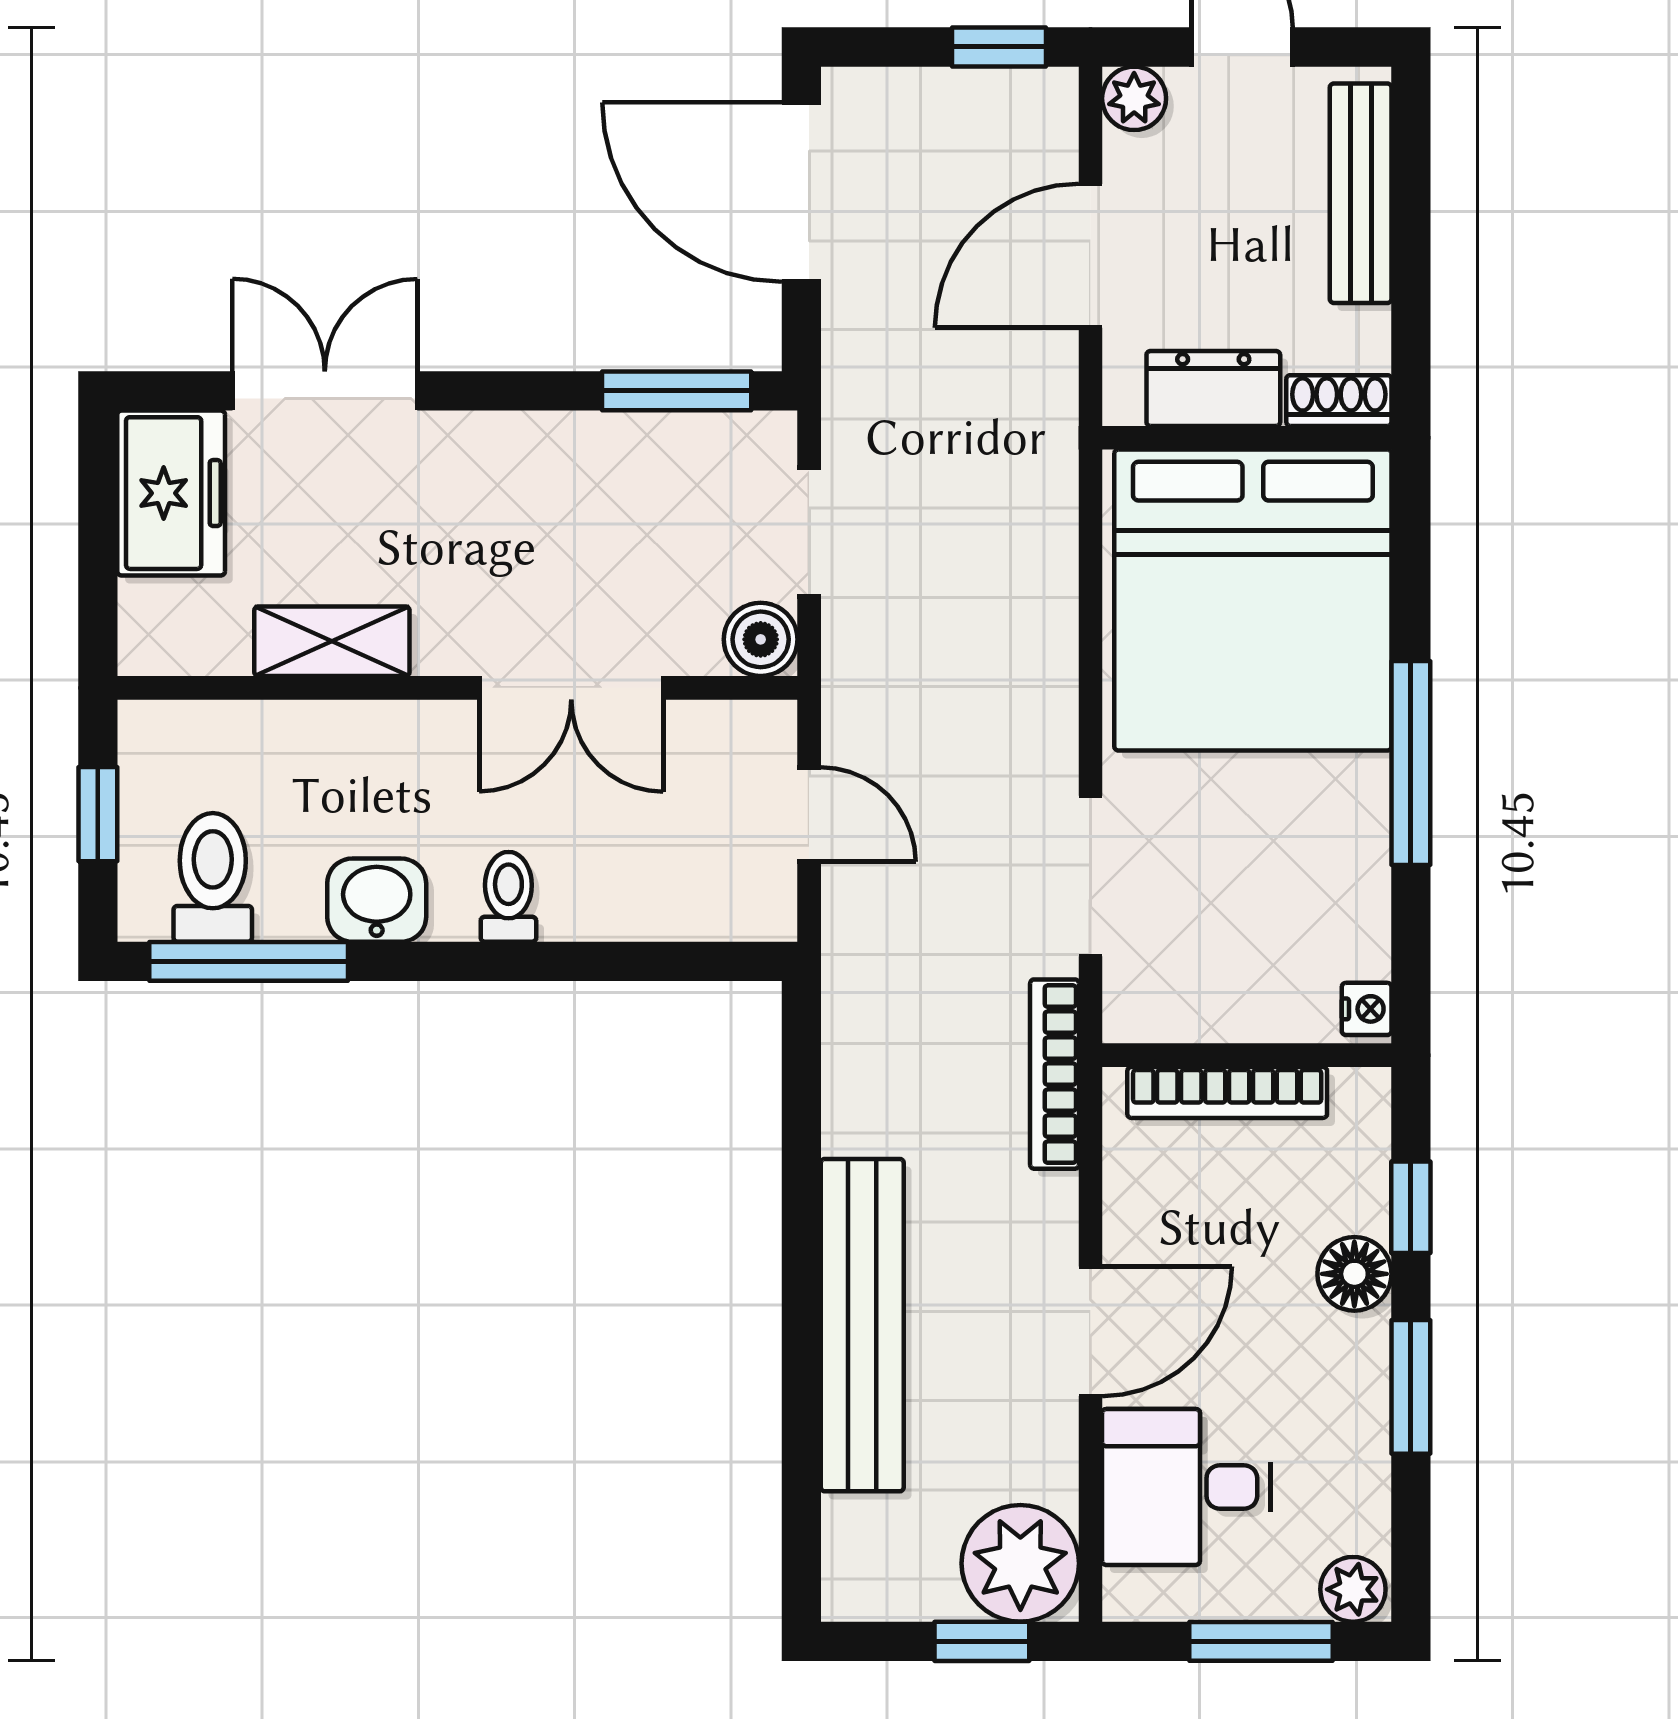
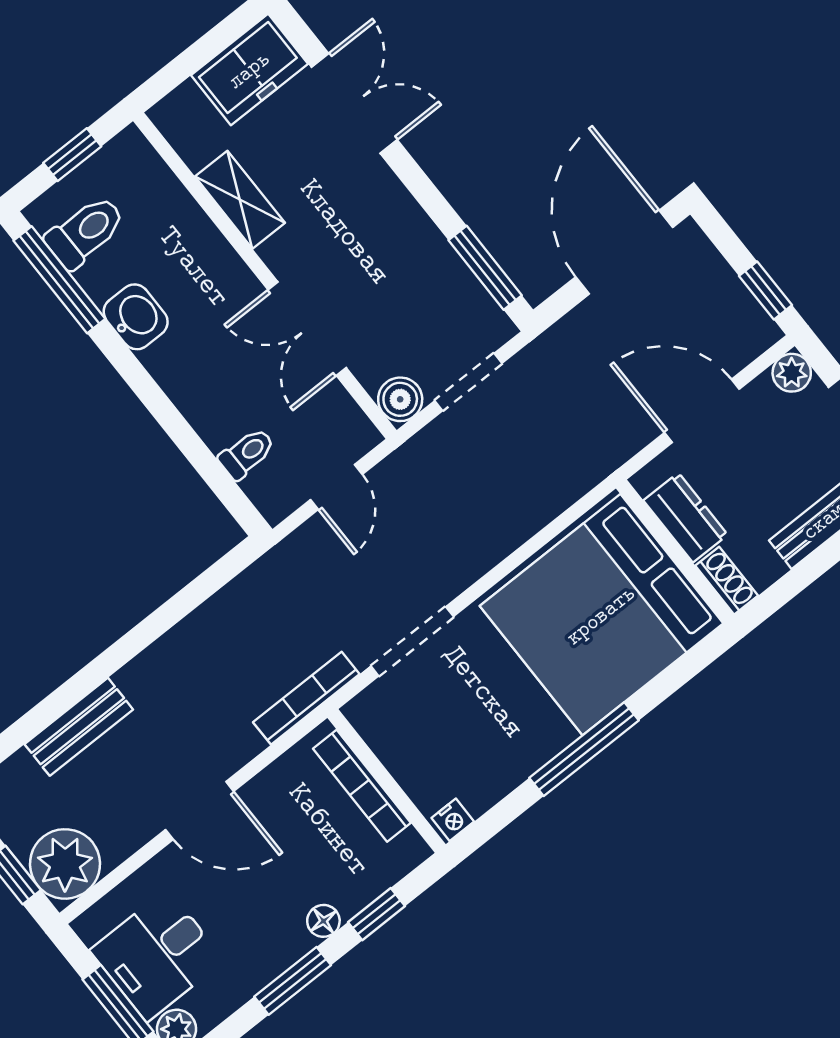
toilet: (508, 897) -> (247, 453), moved
floor lamp: (1354, 1274) -> (323, 921), width x0.73, depth x0.73
bench: (862, 1325) -> (79, 727), width x0.54, depth x0.82
desk: (1186, 1487) -> (157, 955), moved, turned -90

